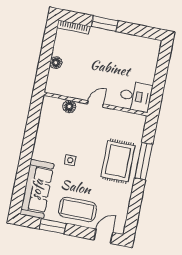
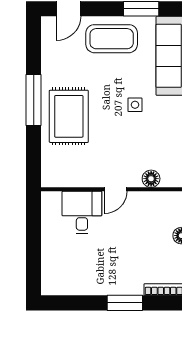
desk: (136, 96) -> (82, 212), moved, turned 90
window: (144, 161) -> (34, 100), moved

